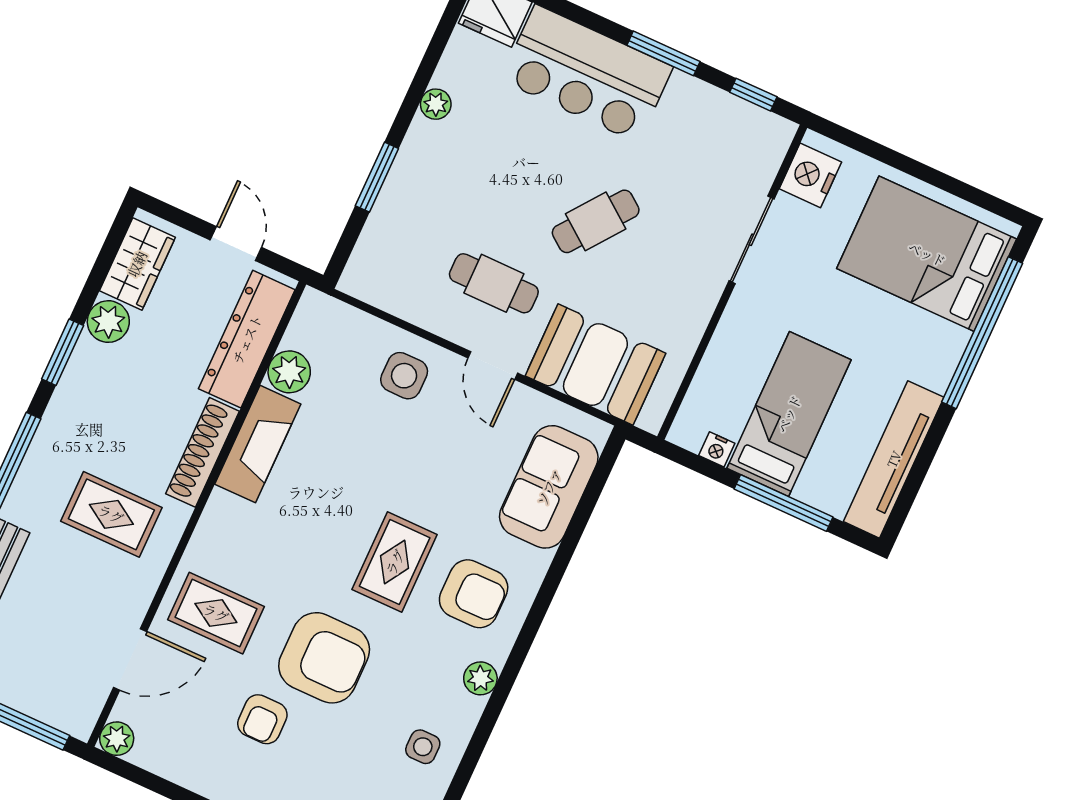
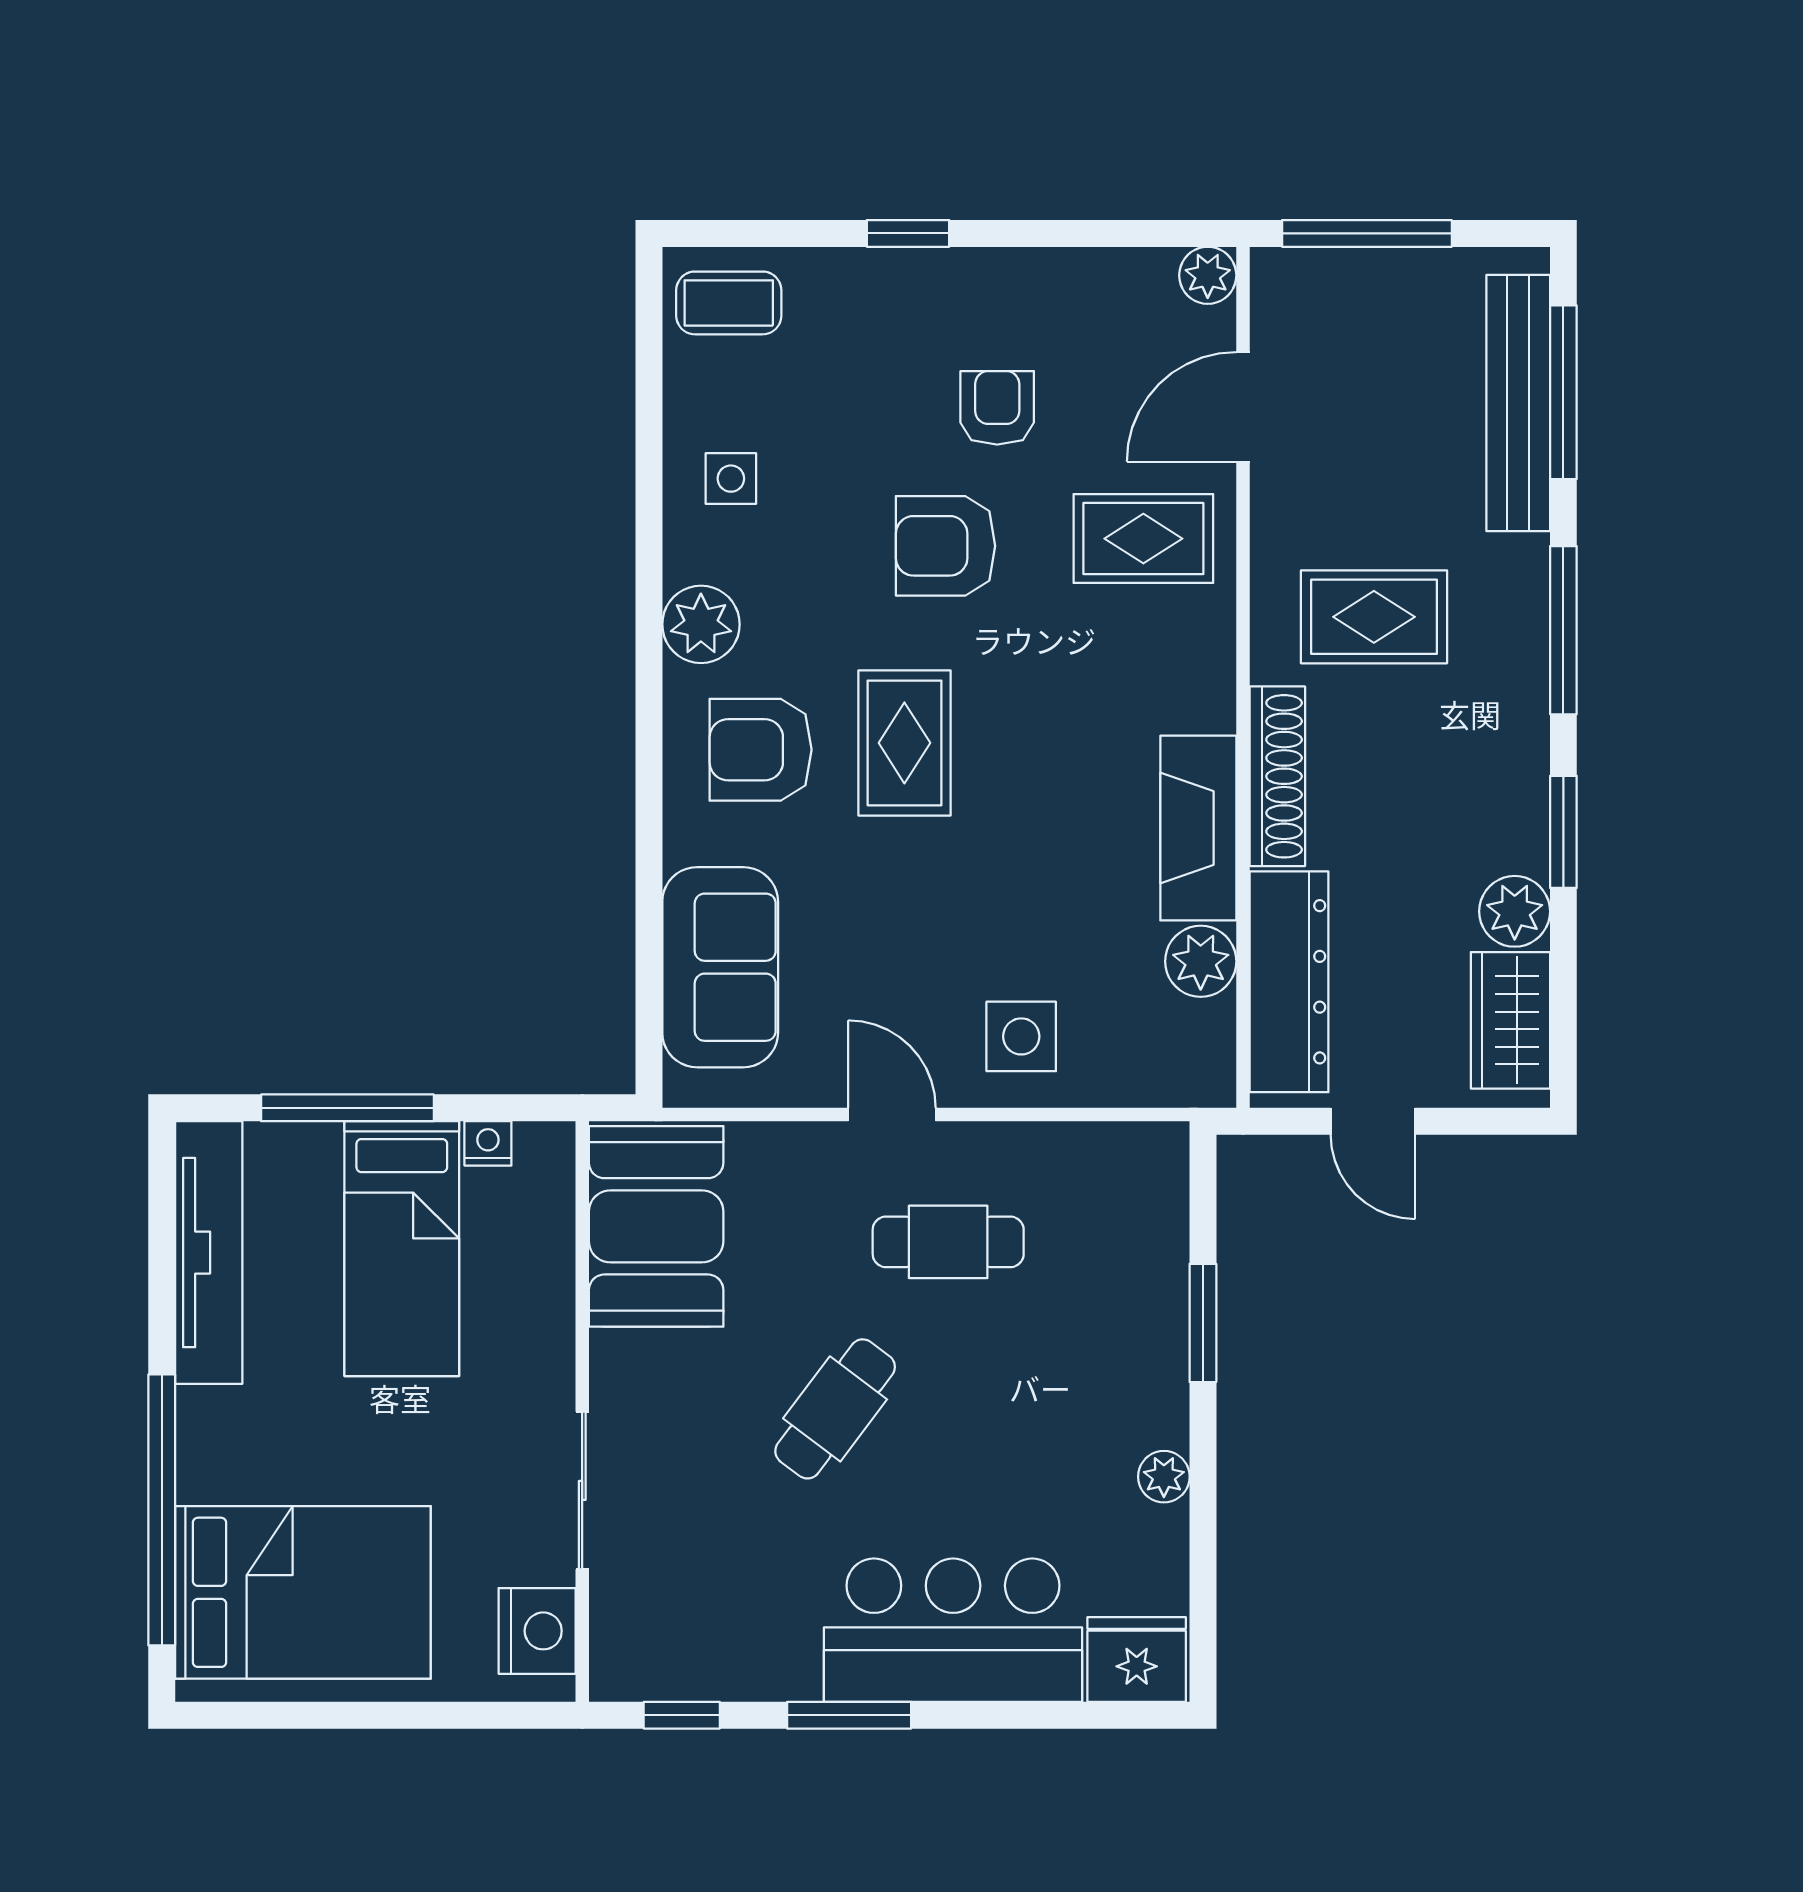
booth: (595, 365) -> (656, 1226), moved, turned 90
armchair: (324, 658) -> (946, 546), width x0.73, depth x0.73
plant: (480, 678) -> (701, 624), width x1.38, depth x1.38

